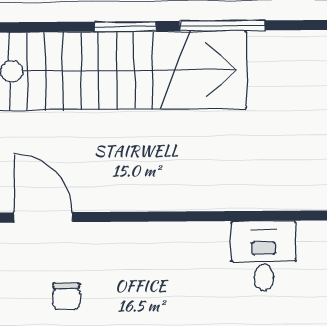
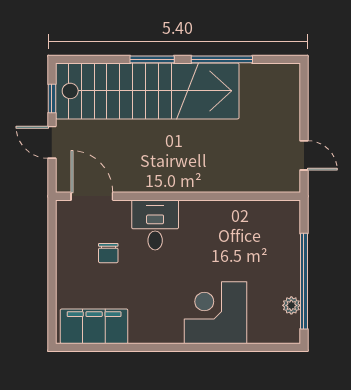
desk: (264, 256) -> (155, 225), moved

